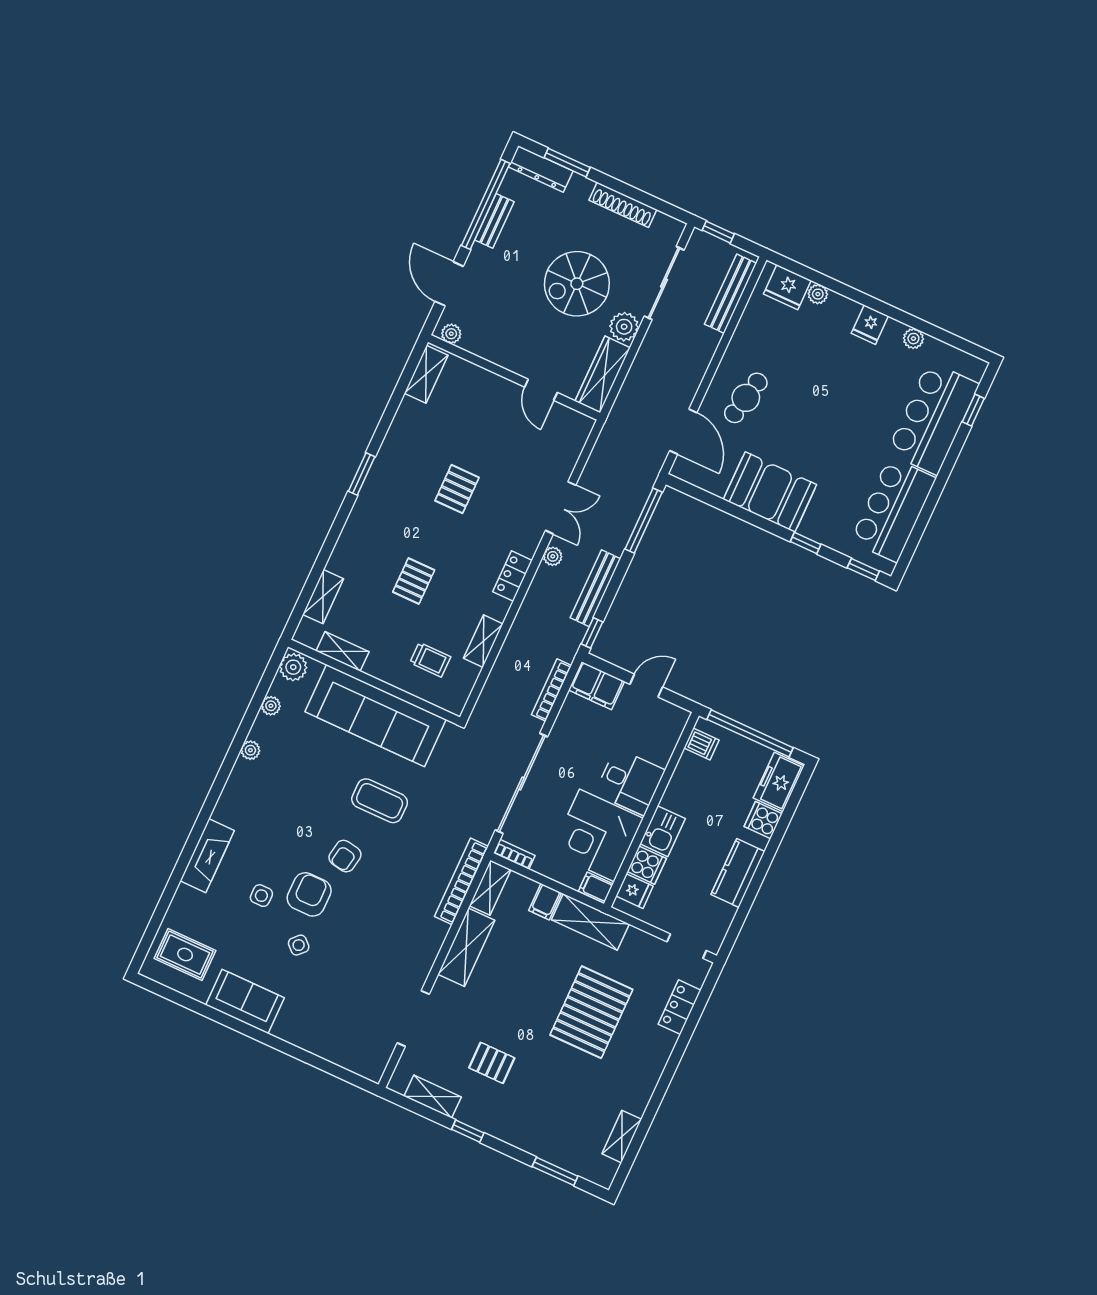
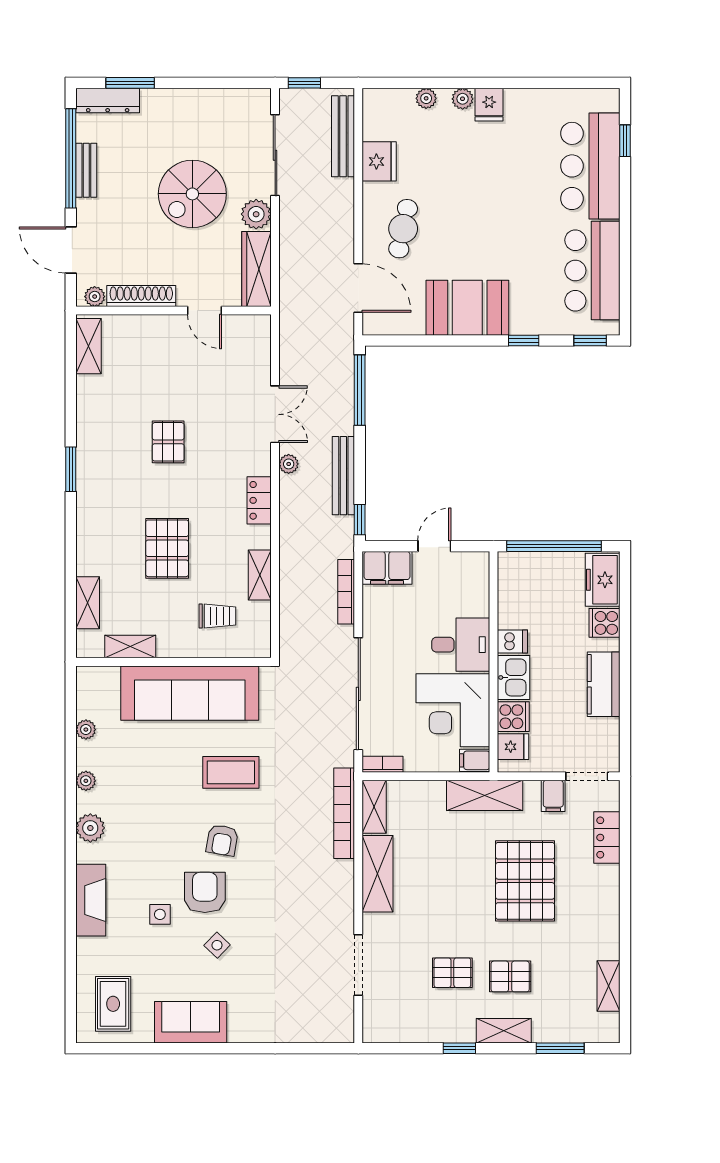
shoe rack: (623, 205) -> (141, 296), moved, turned 180
fridge: (787, 287) -> (379, 161), moved, turned -90
plant: (913, 339) -> (463, 99), moved
pallet: (414, 581) -> (167, 548), width x1.50, depth x1.42
plant: (293, 667) -> (90, 828), moved
dishwasher: (702, 744) -> (512, 642), moved
filing cabinet: (545, 902) -> (553, 796), moved
rug: (185, 955) -> (113, 1004), turned 90
pallet: (540, 1089) -> (510, 976), added
shelving: (433, 1097) -> (504, 1031), moved

